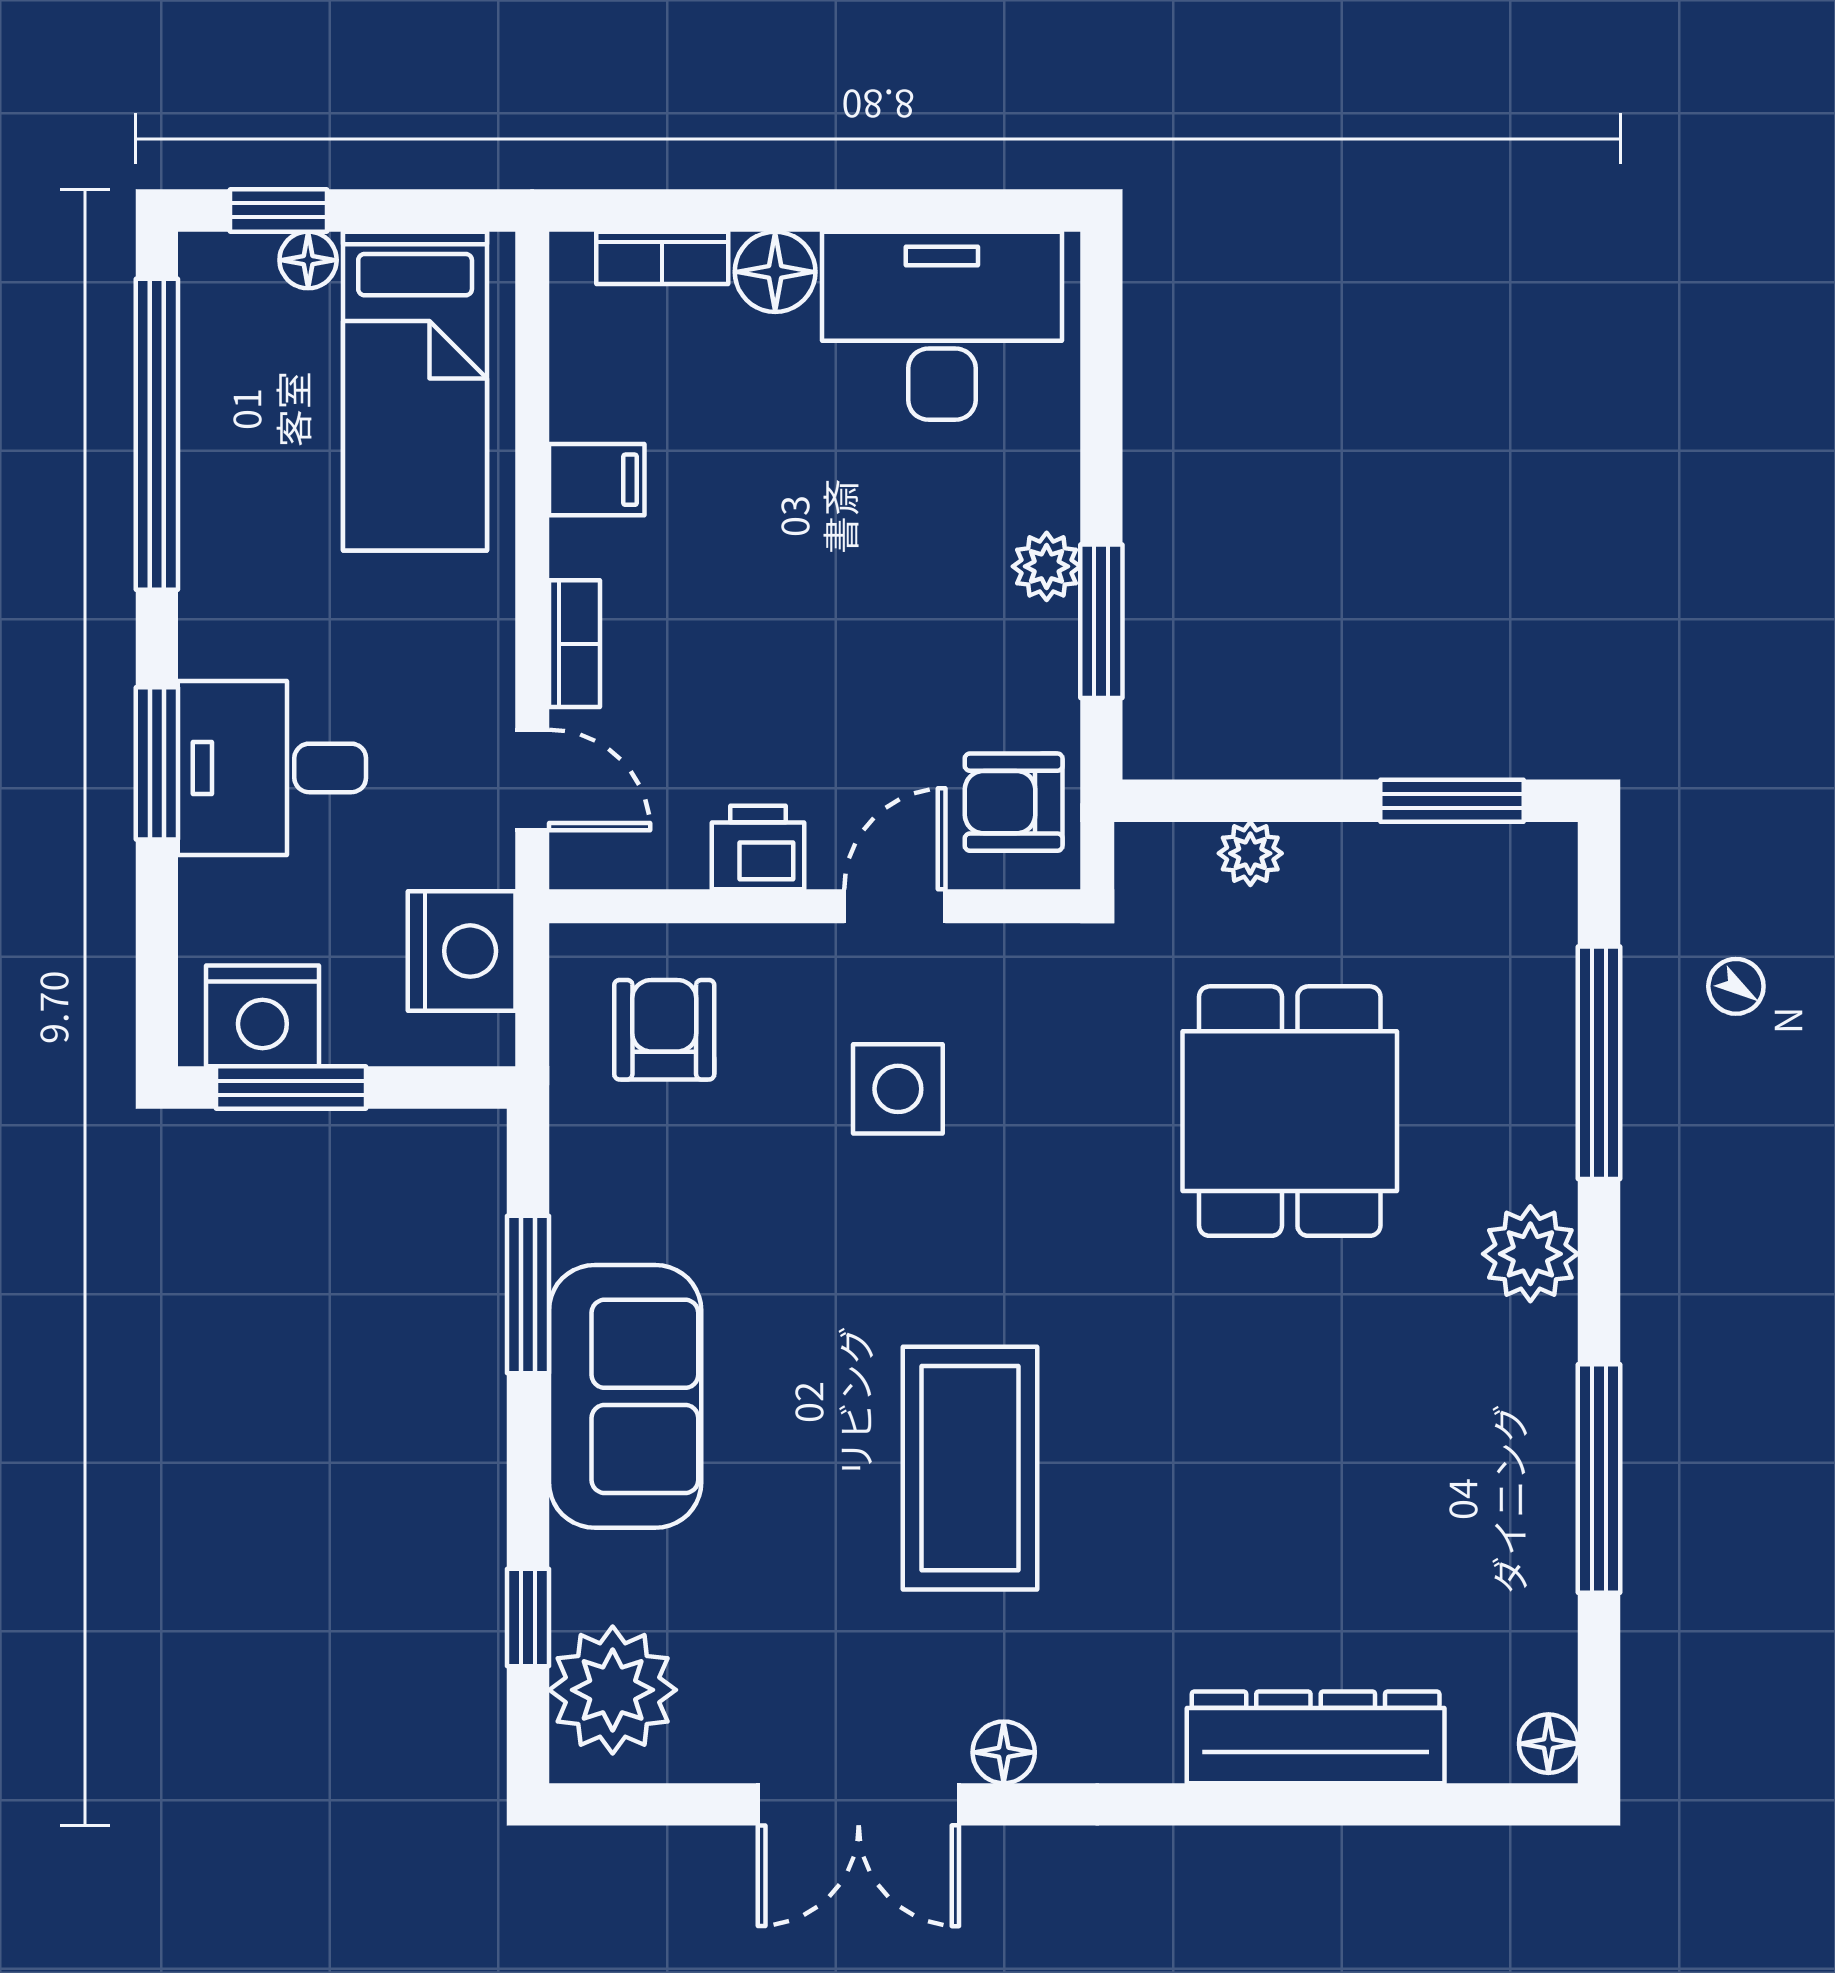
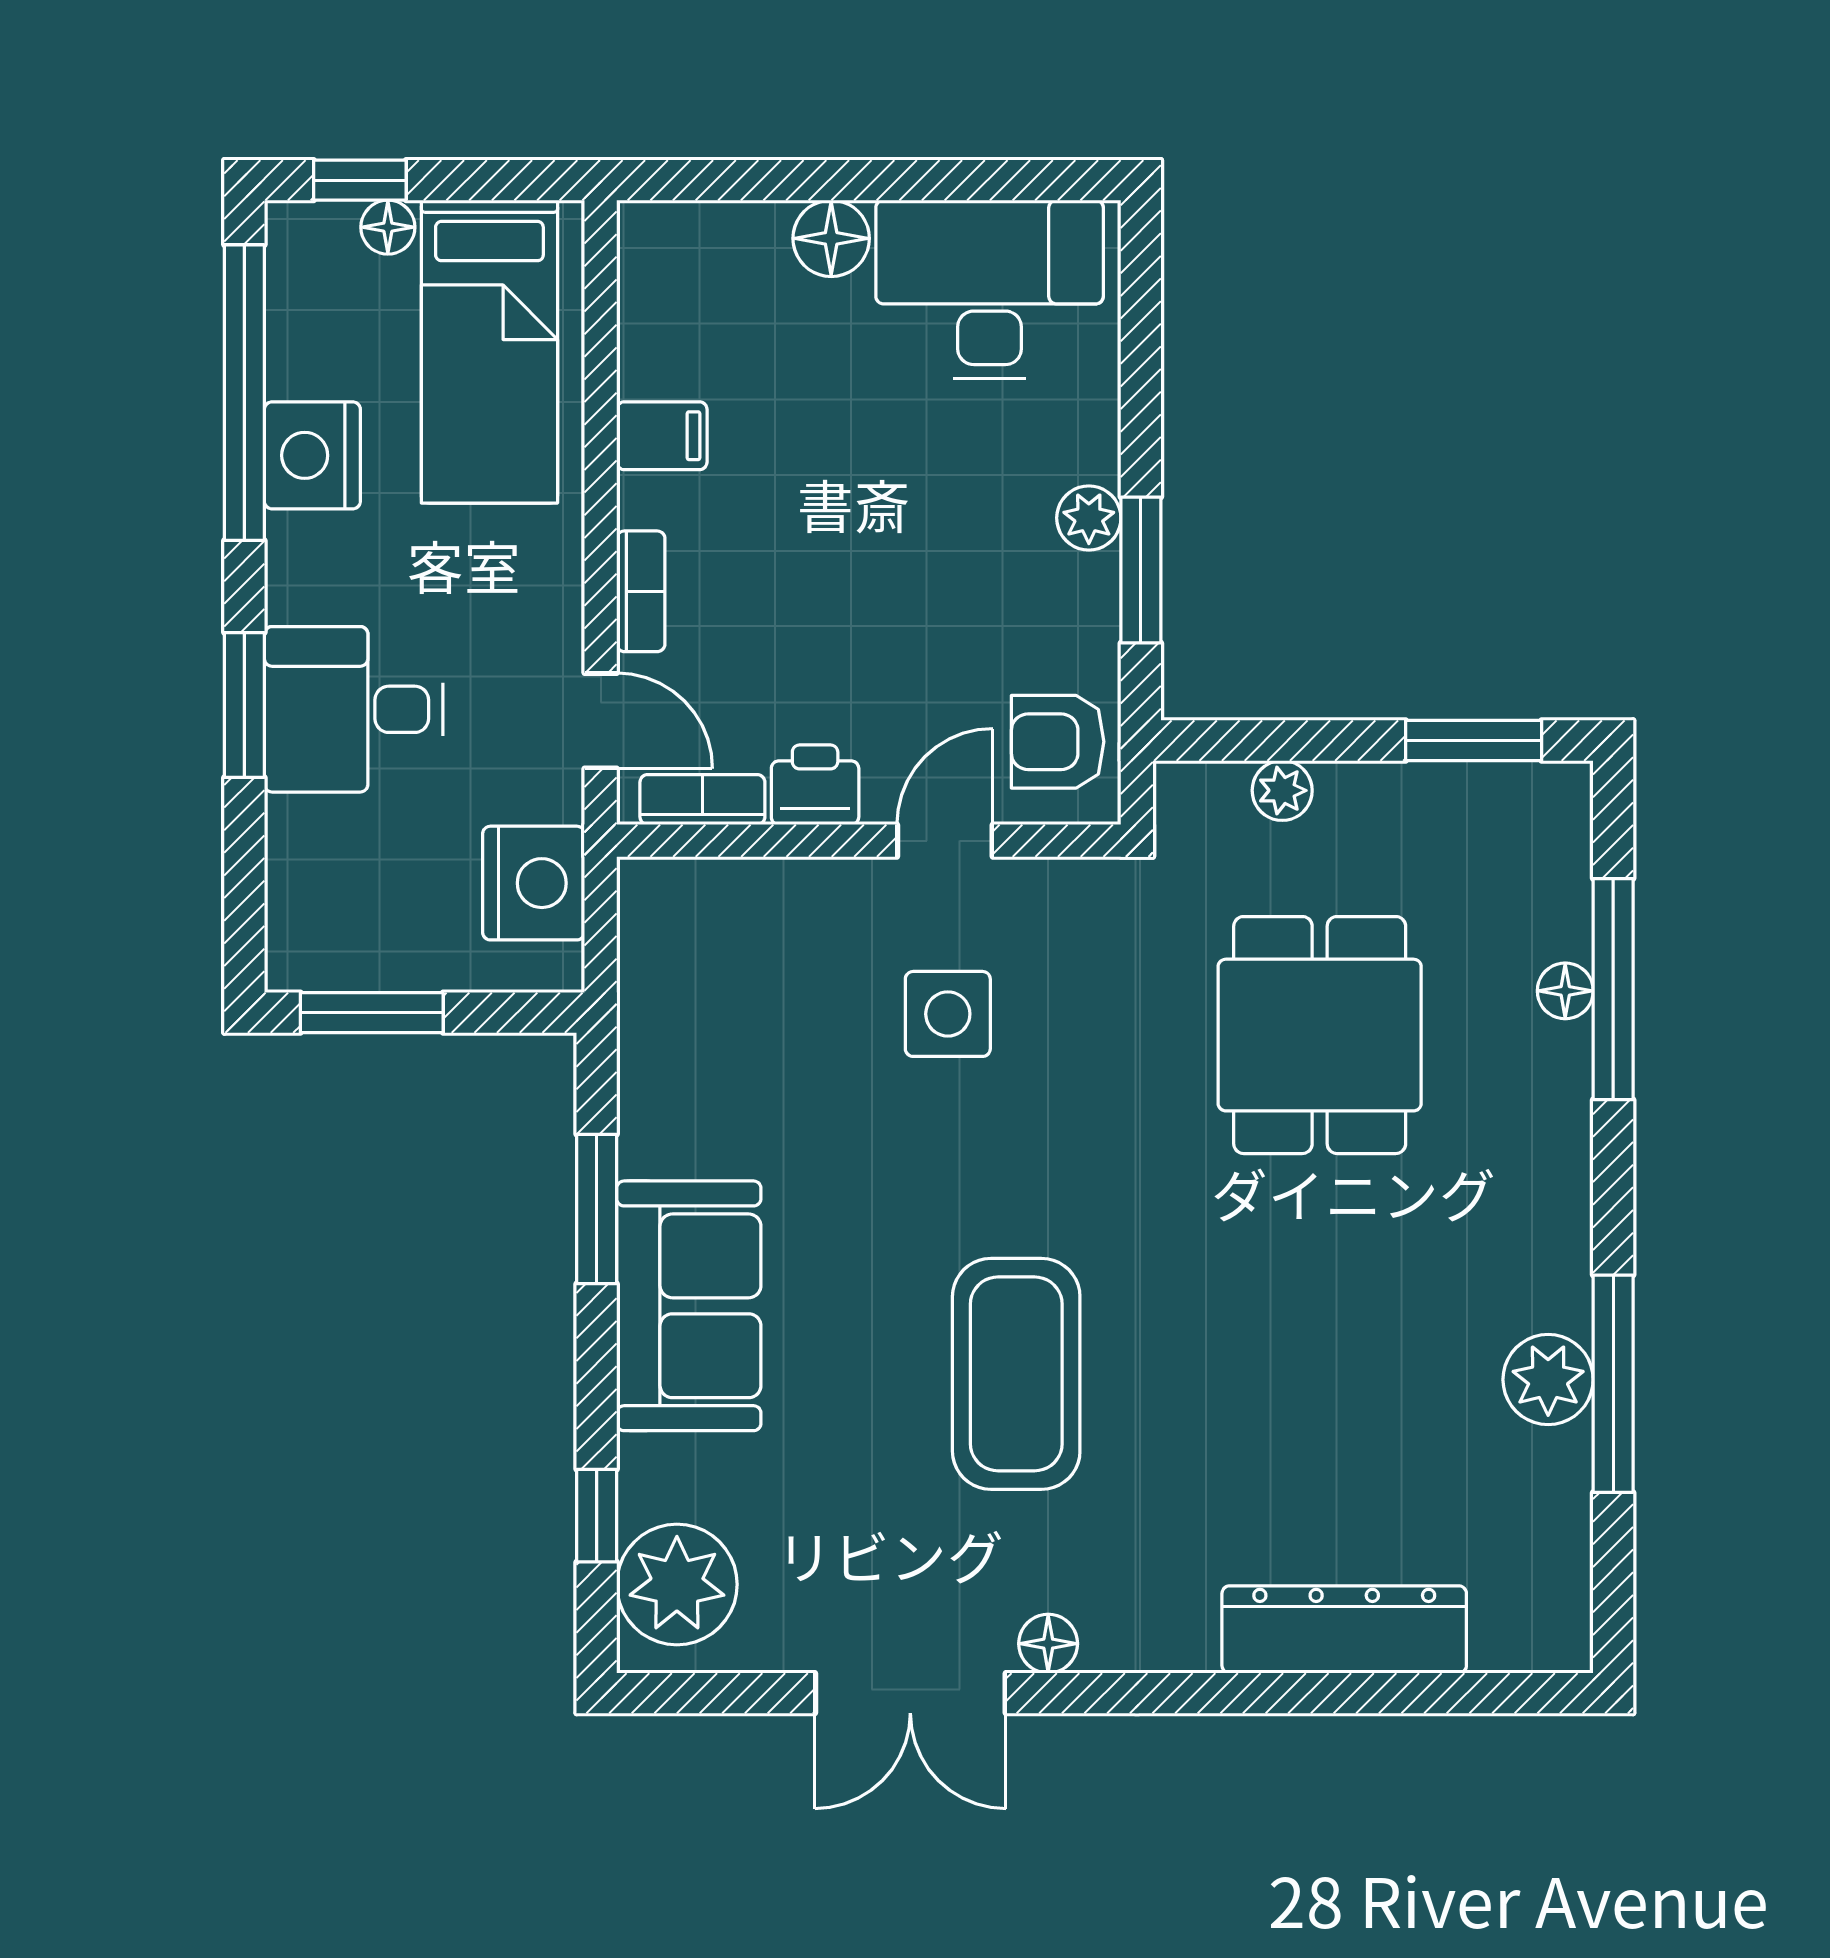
bookcase: (662, 258) -> (702, 800), moved, turned 180
nightstand: (262, 1016) -> (312, 455), moved, turned 90
armchair: (664, 1030) -> (726, 958), removed
plant: (1530, 1254) -> (1548, 1380), moved
floor lamp: (1548, 1744) -> (1565, 991), moved

